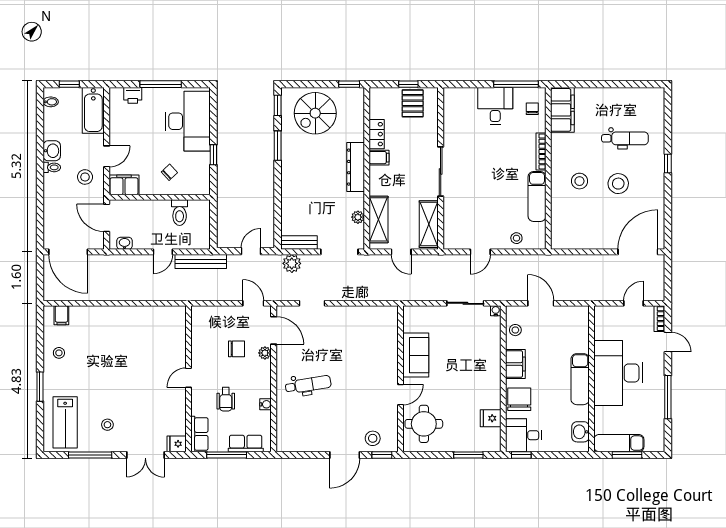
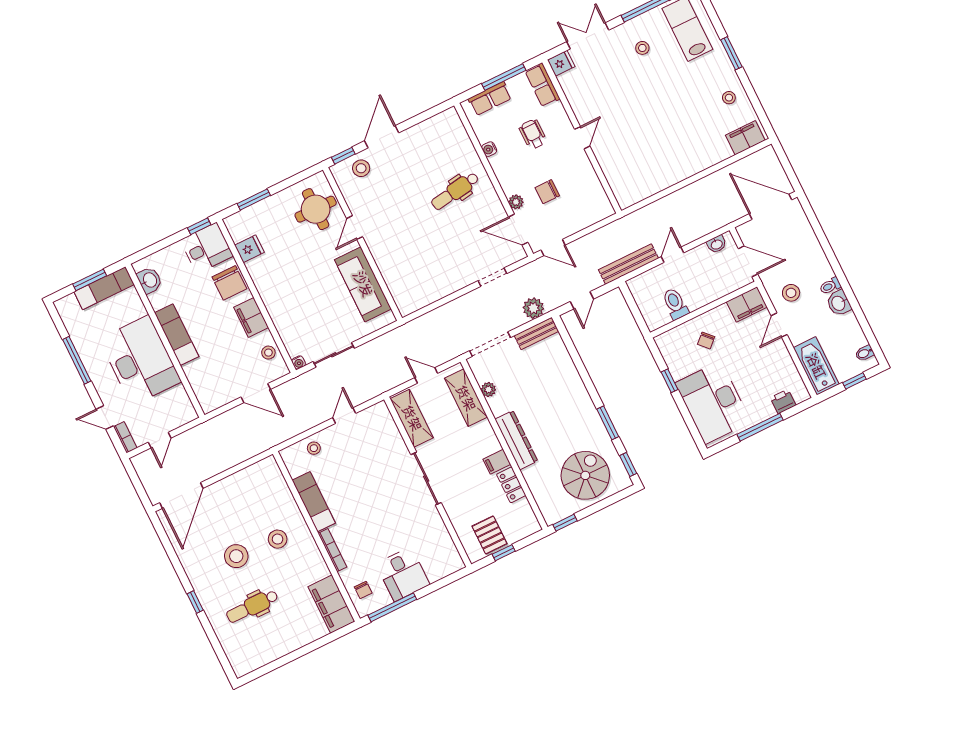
filing cabinet: (61, 315) -> (745, 138), width x2.00
sofa: (416, 355) -> (363, 284), width x1.36

